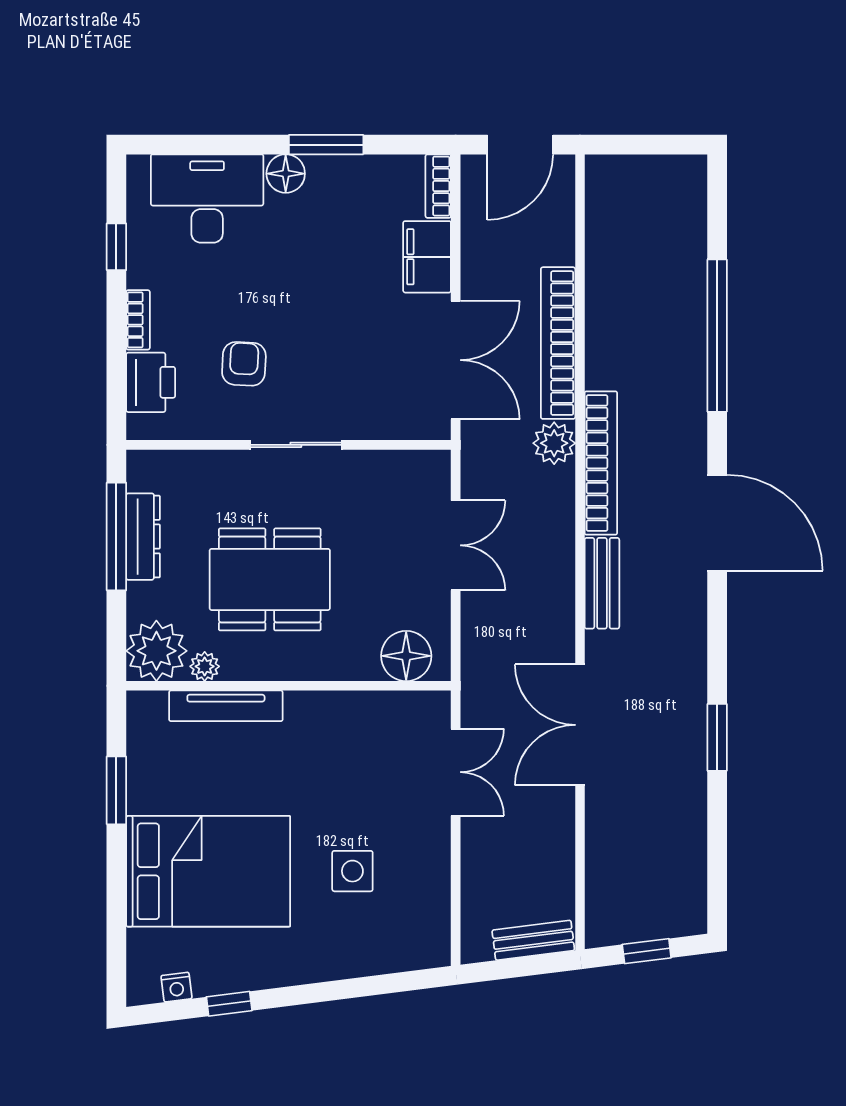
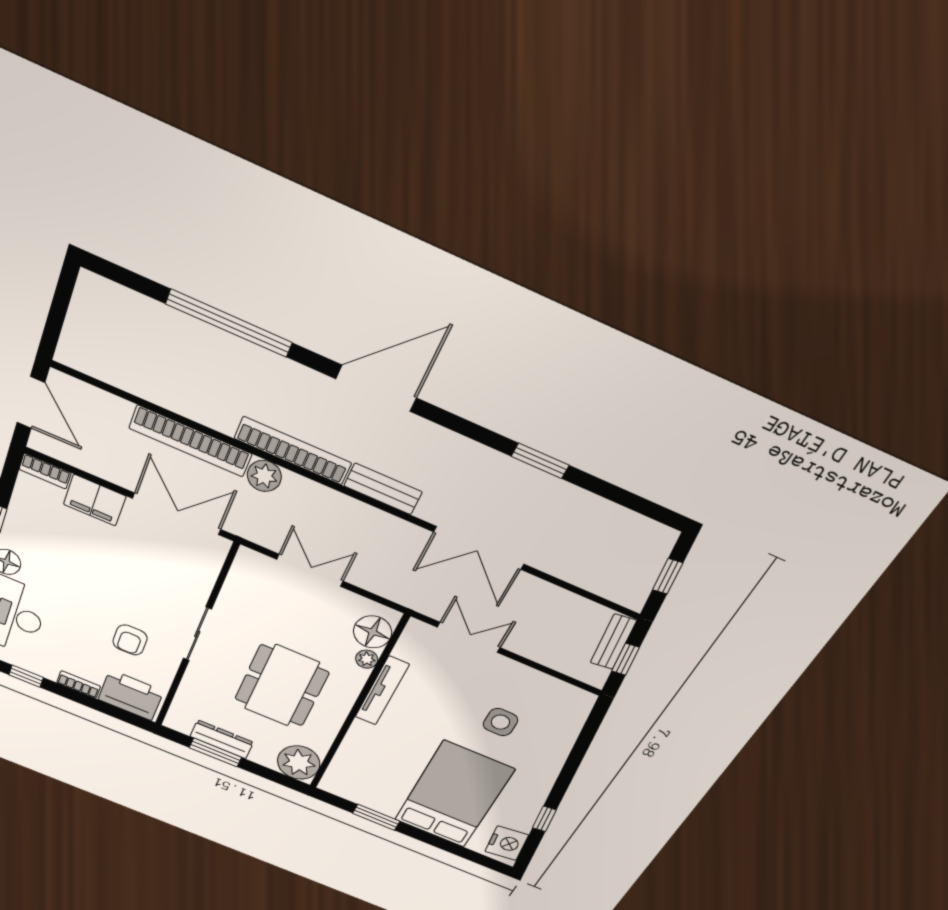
armchair: (244, 364) -> (130, 640), turned -93
printer: (151, 382) -> (131, 695), width x1.37, depth x1.19
window: (116, 536) -> (215, 752), width x0.69
plant: (205, 666) -> (367, 659), moved
tv unit: (226, 706) -> (382, 691), moved
window: (517, 967) -> (626, 659), added
nightstand: (176, 987) -> (507, 843), width x1.89, depth x1.79

